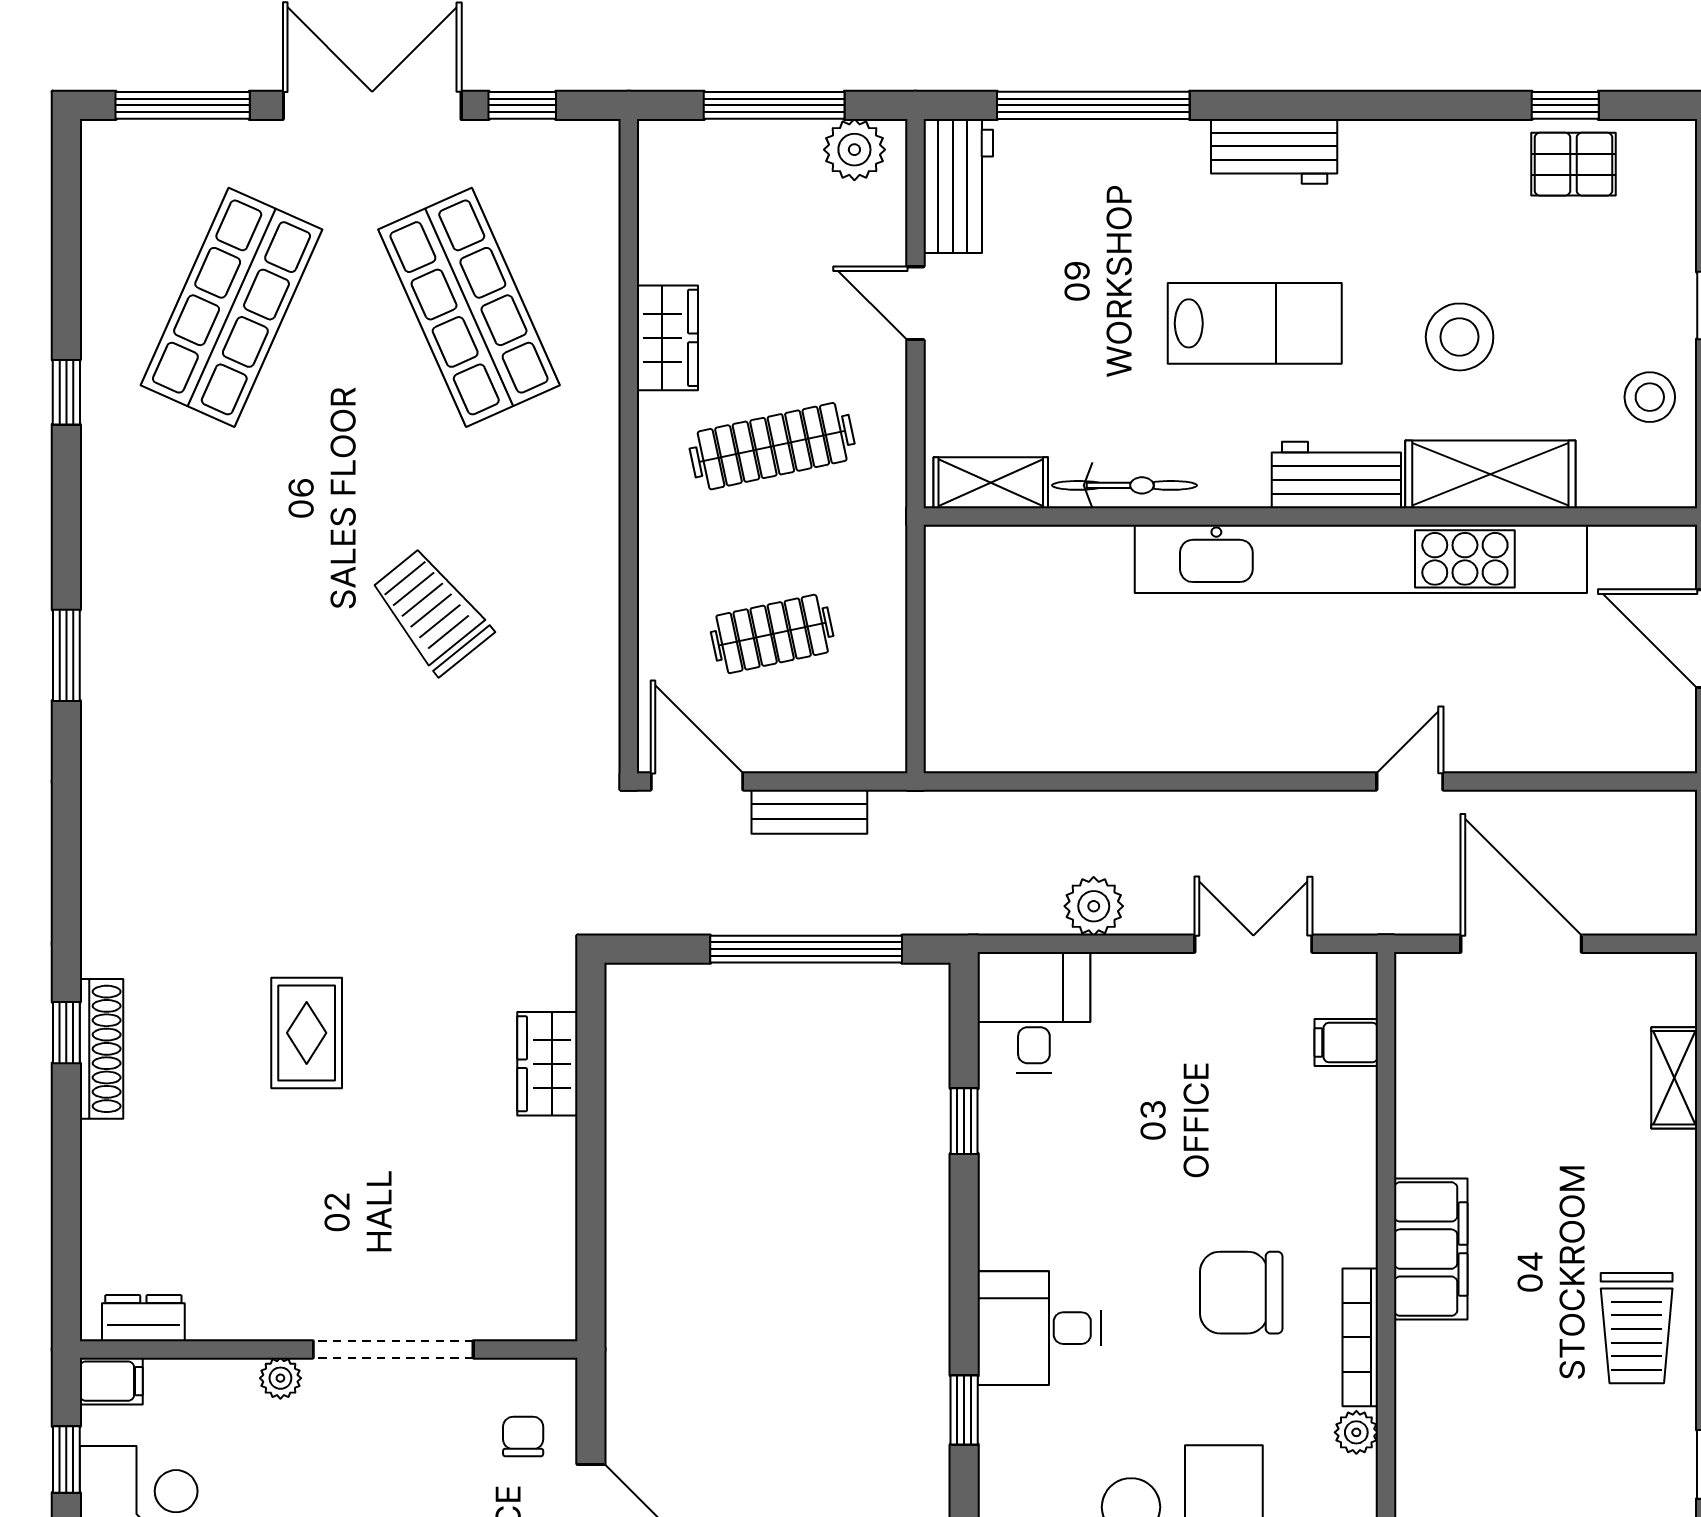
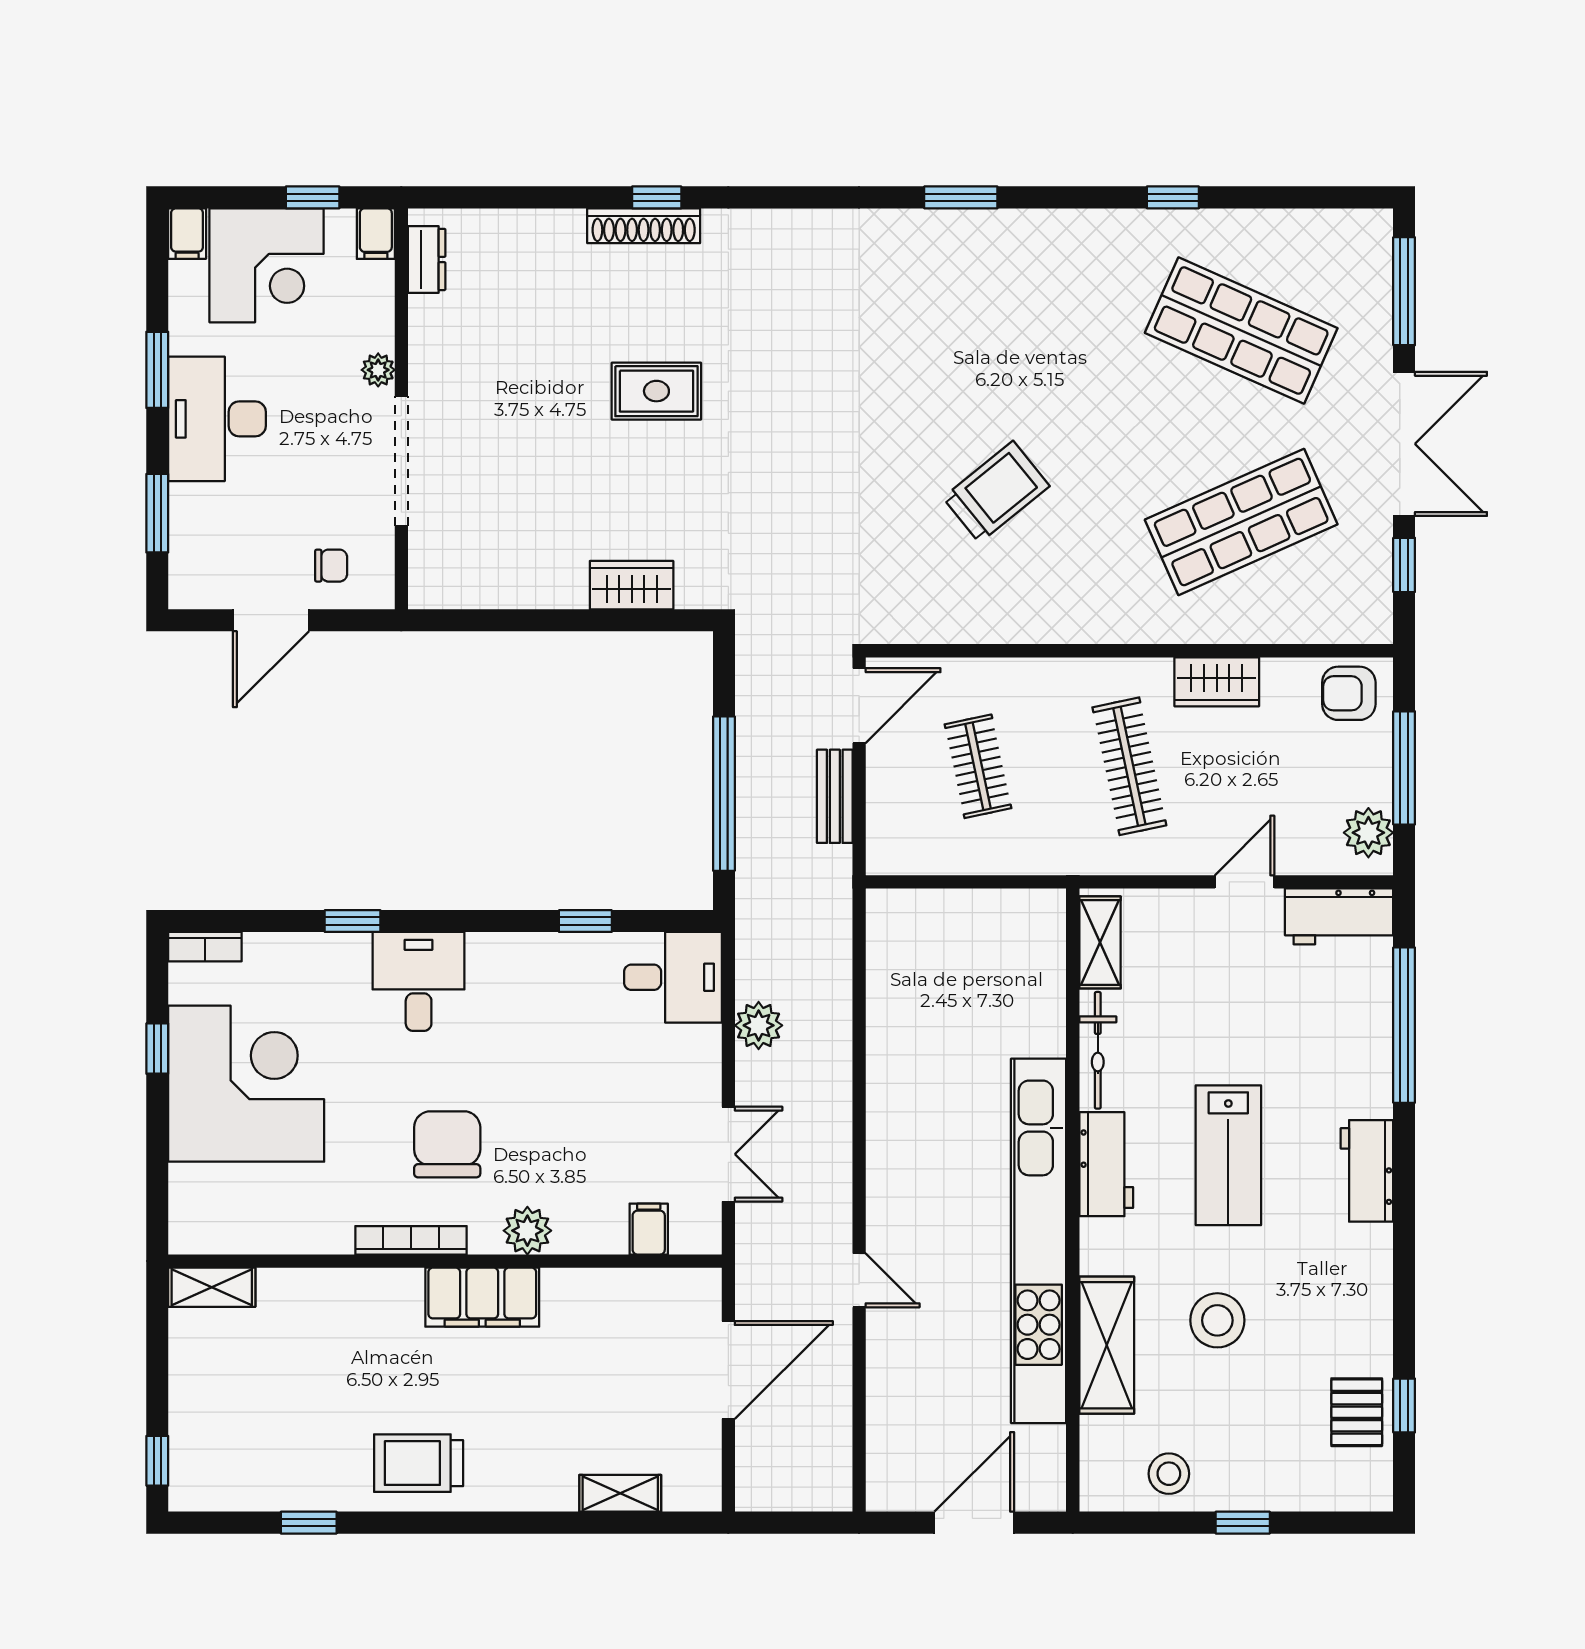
armchair: (682, 174) -> (1349, 693), added
workbench: (1336, 475) -> (1106, 1164), moved
plant: (1356, 1432) -> (527, 1231), moved, width x1.38, depth x1.38

